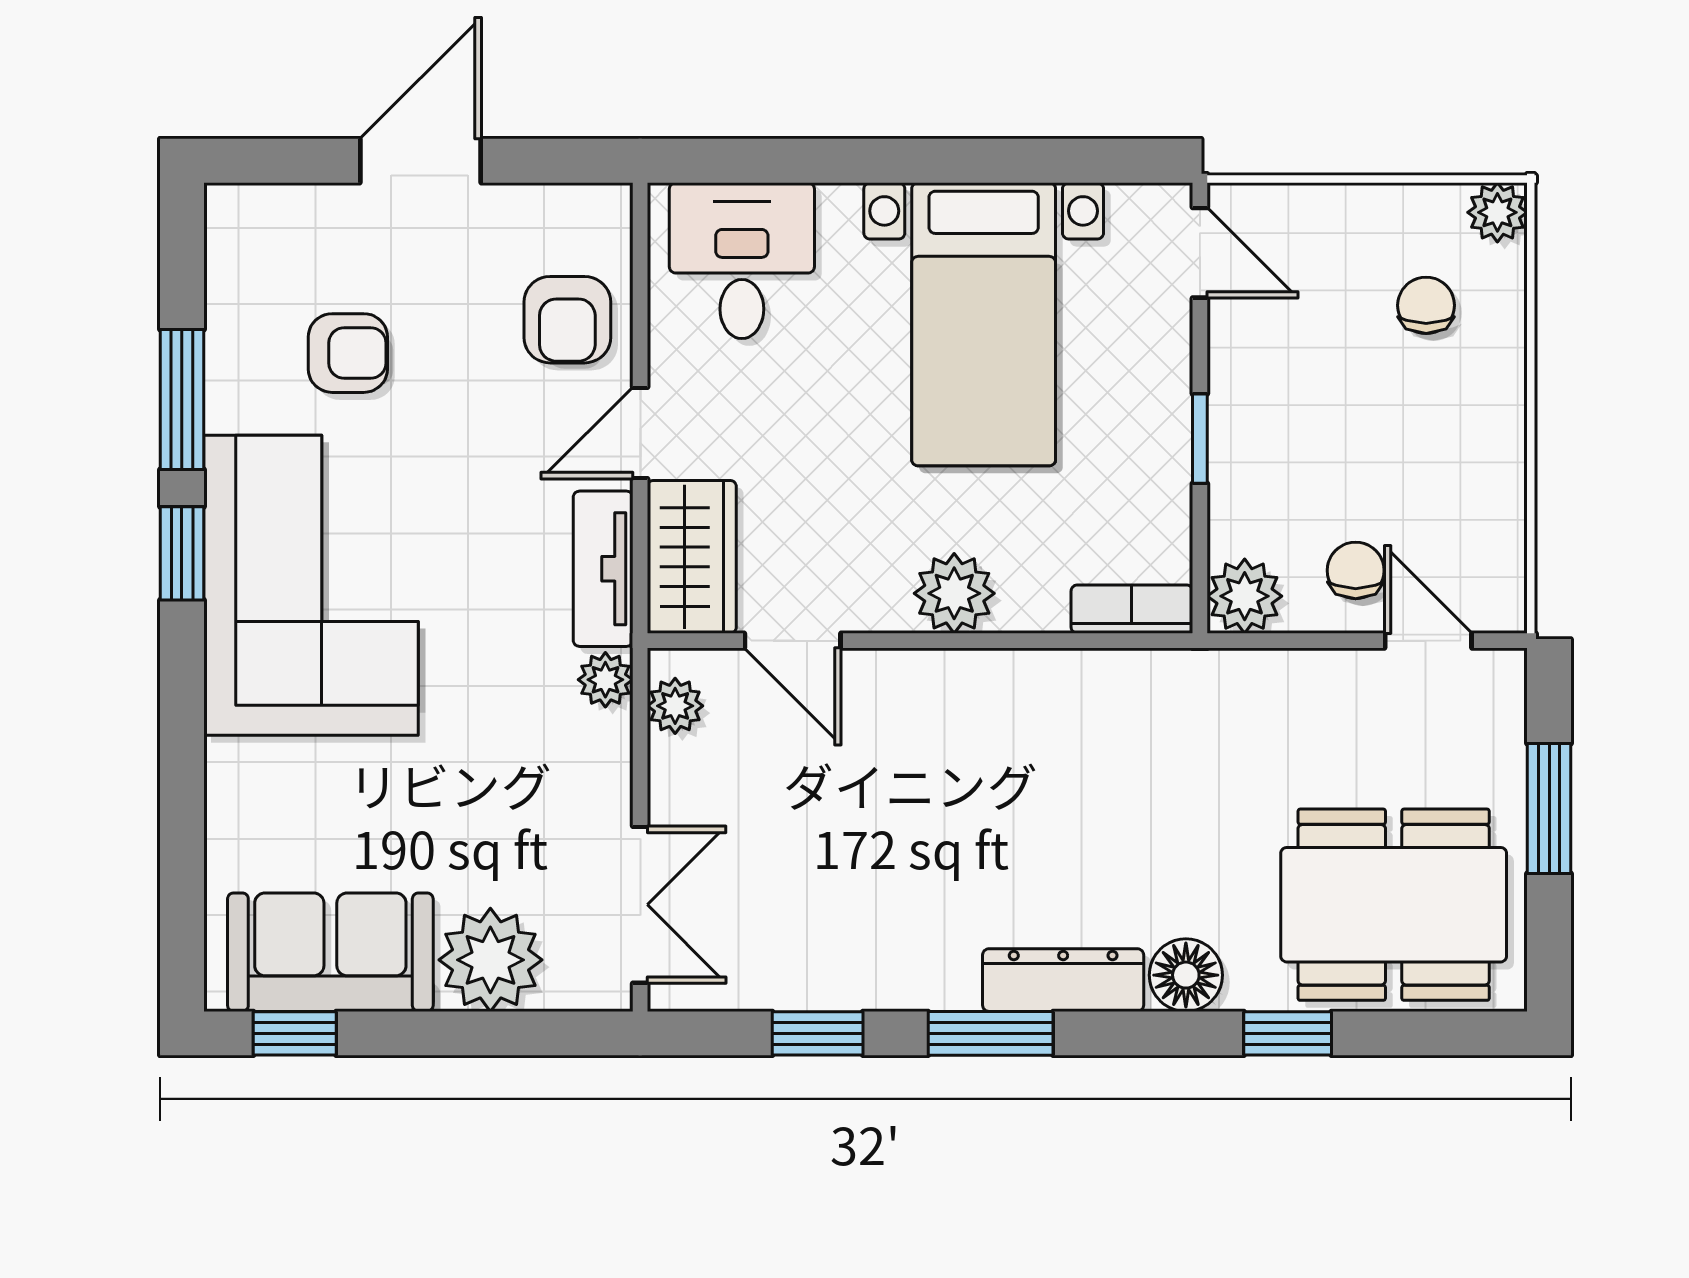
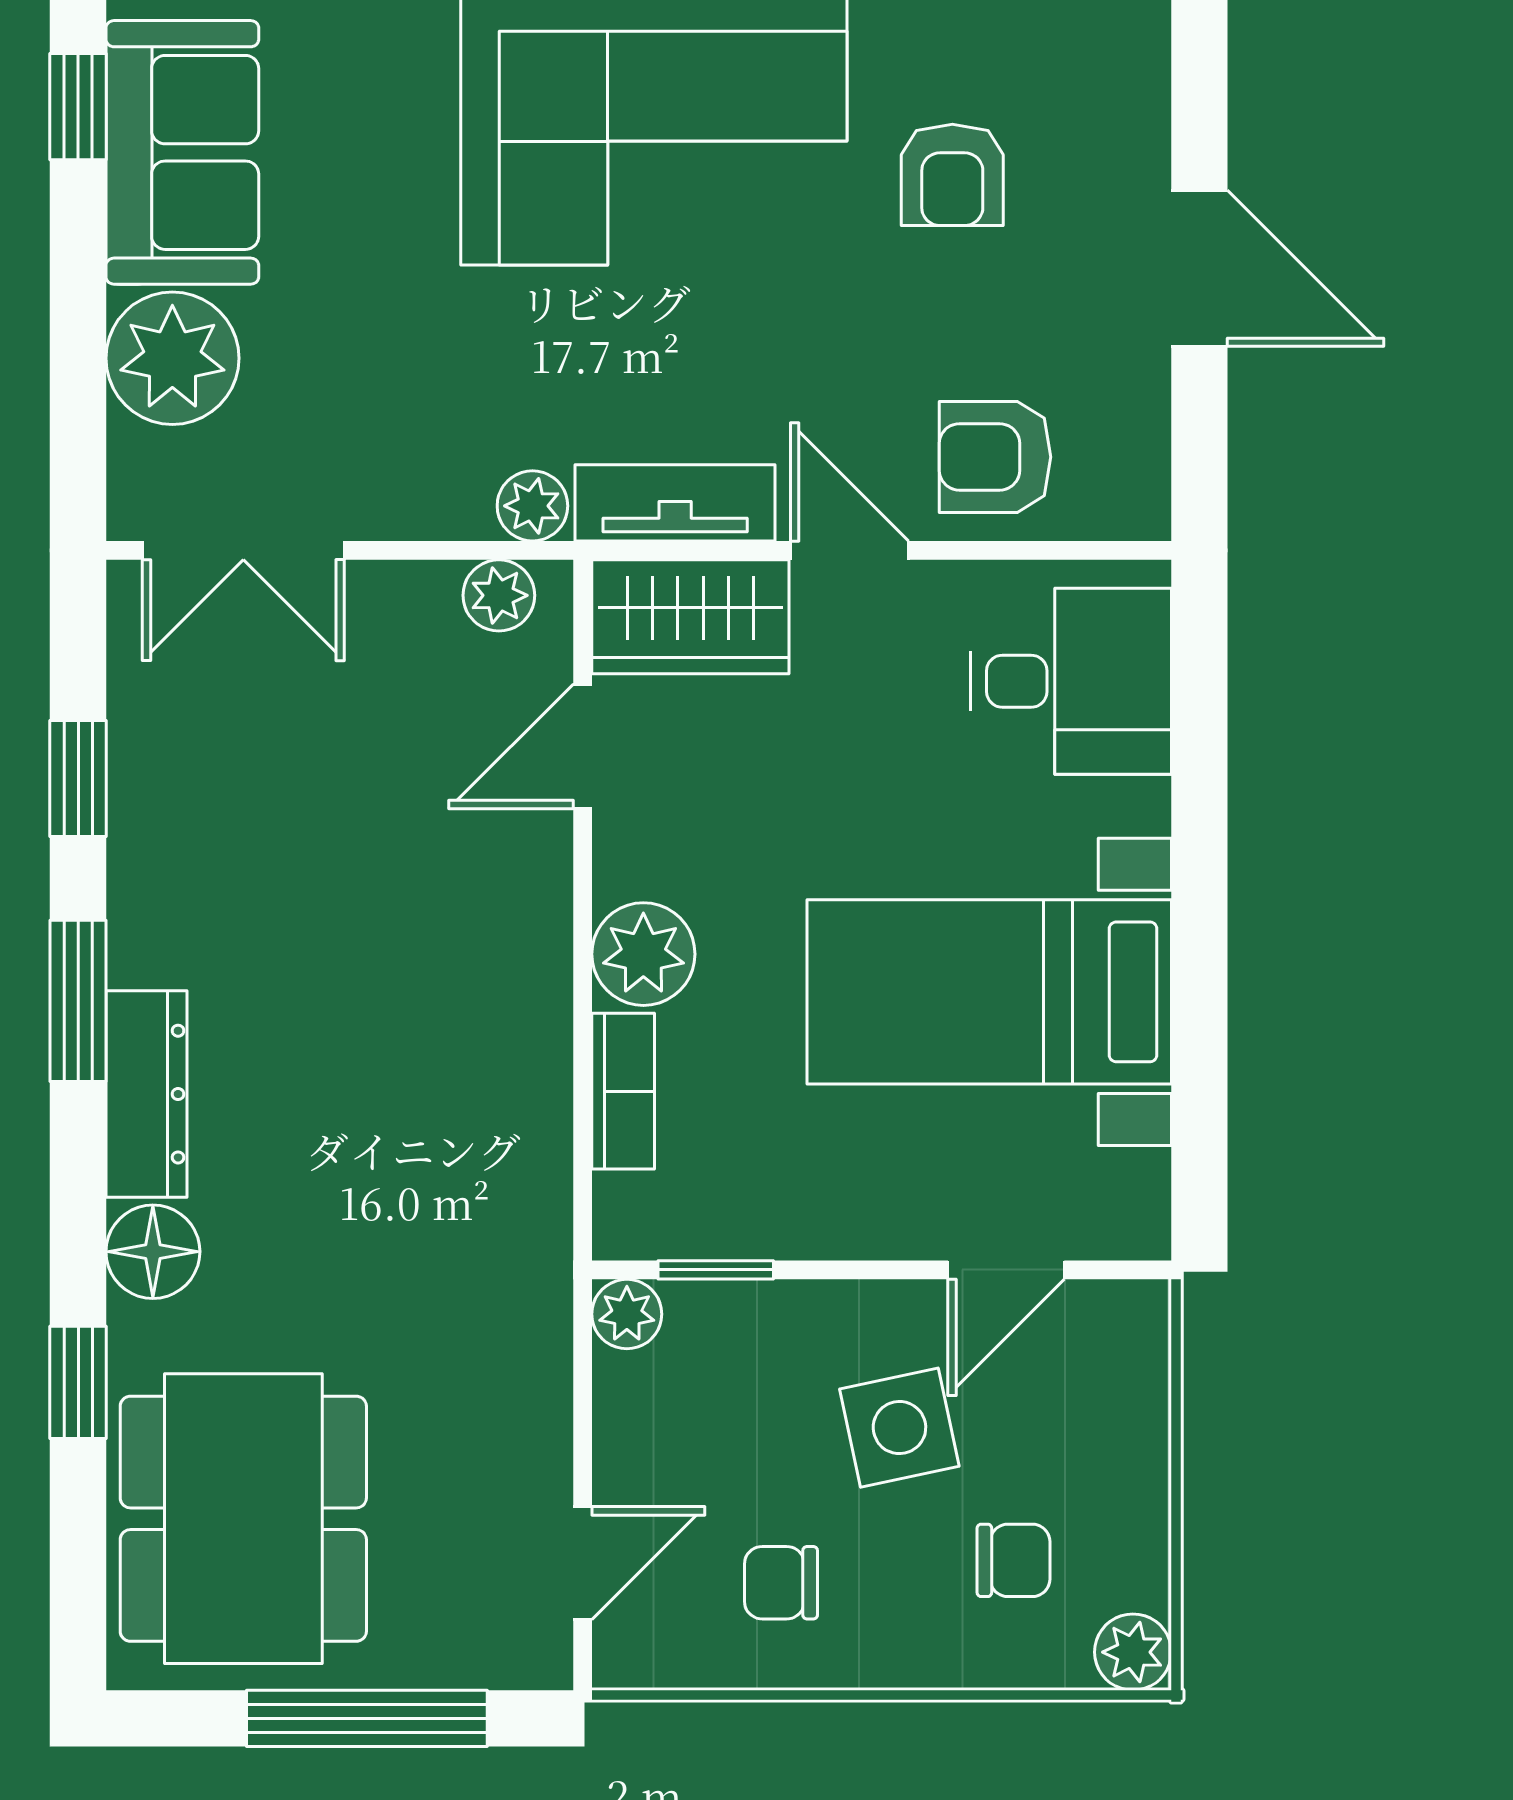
door: (1200, 253) -> (1006, 1270), moved
side table: (1323, 394) -> (899, 1428), added
window: (1200, 439) -> (716, 1270), moved
chair: (1356, 570) -> (781, 1583), moved, turned 180
plant: (1245, 596) -> (627, 1314), width x0.73, depth x0.73
bookcase: (1132, 609) -> (623, 1091), moved
window: (1549, 809) -> (367, 1718), width x1.44

